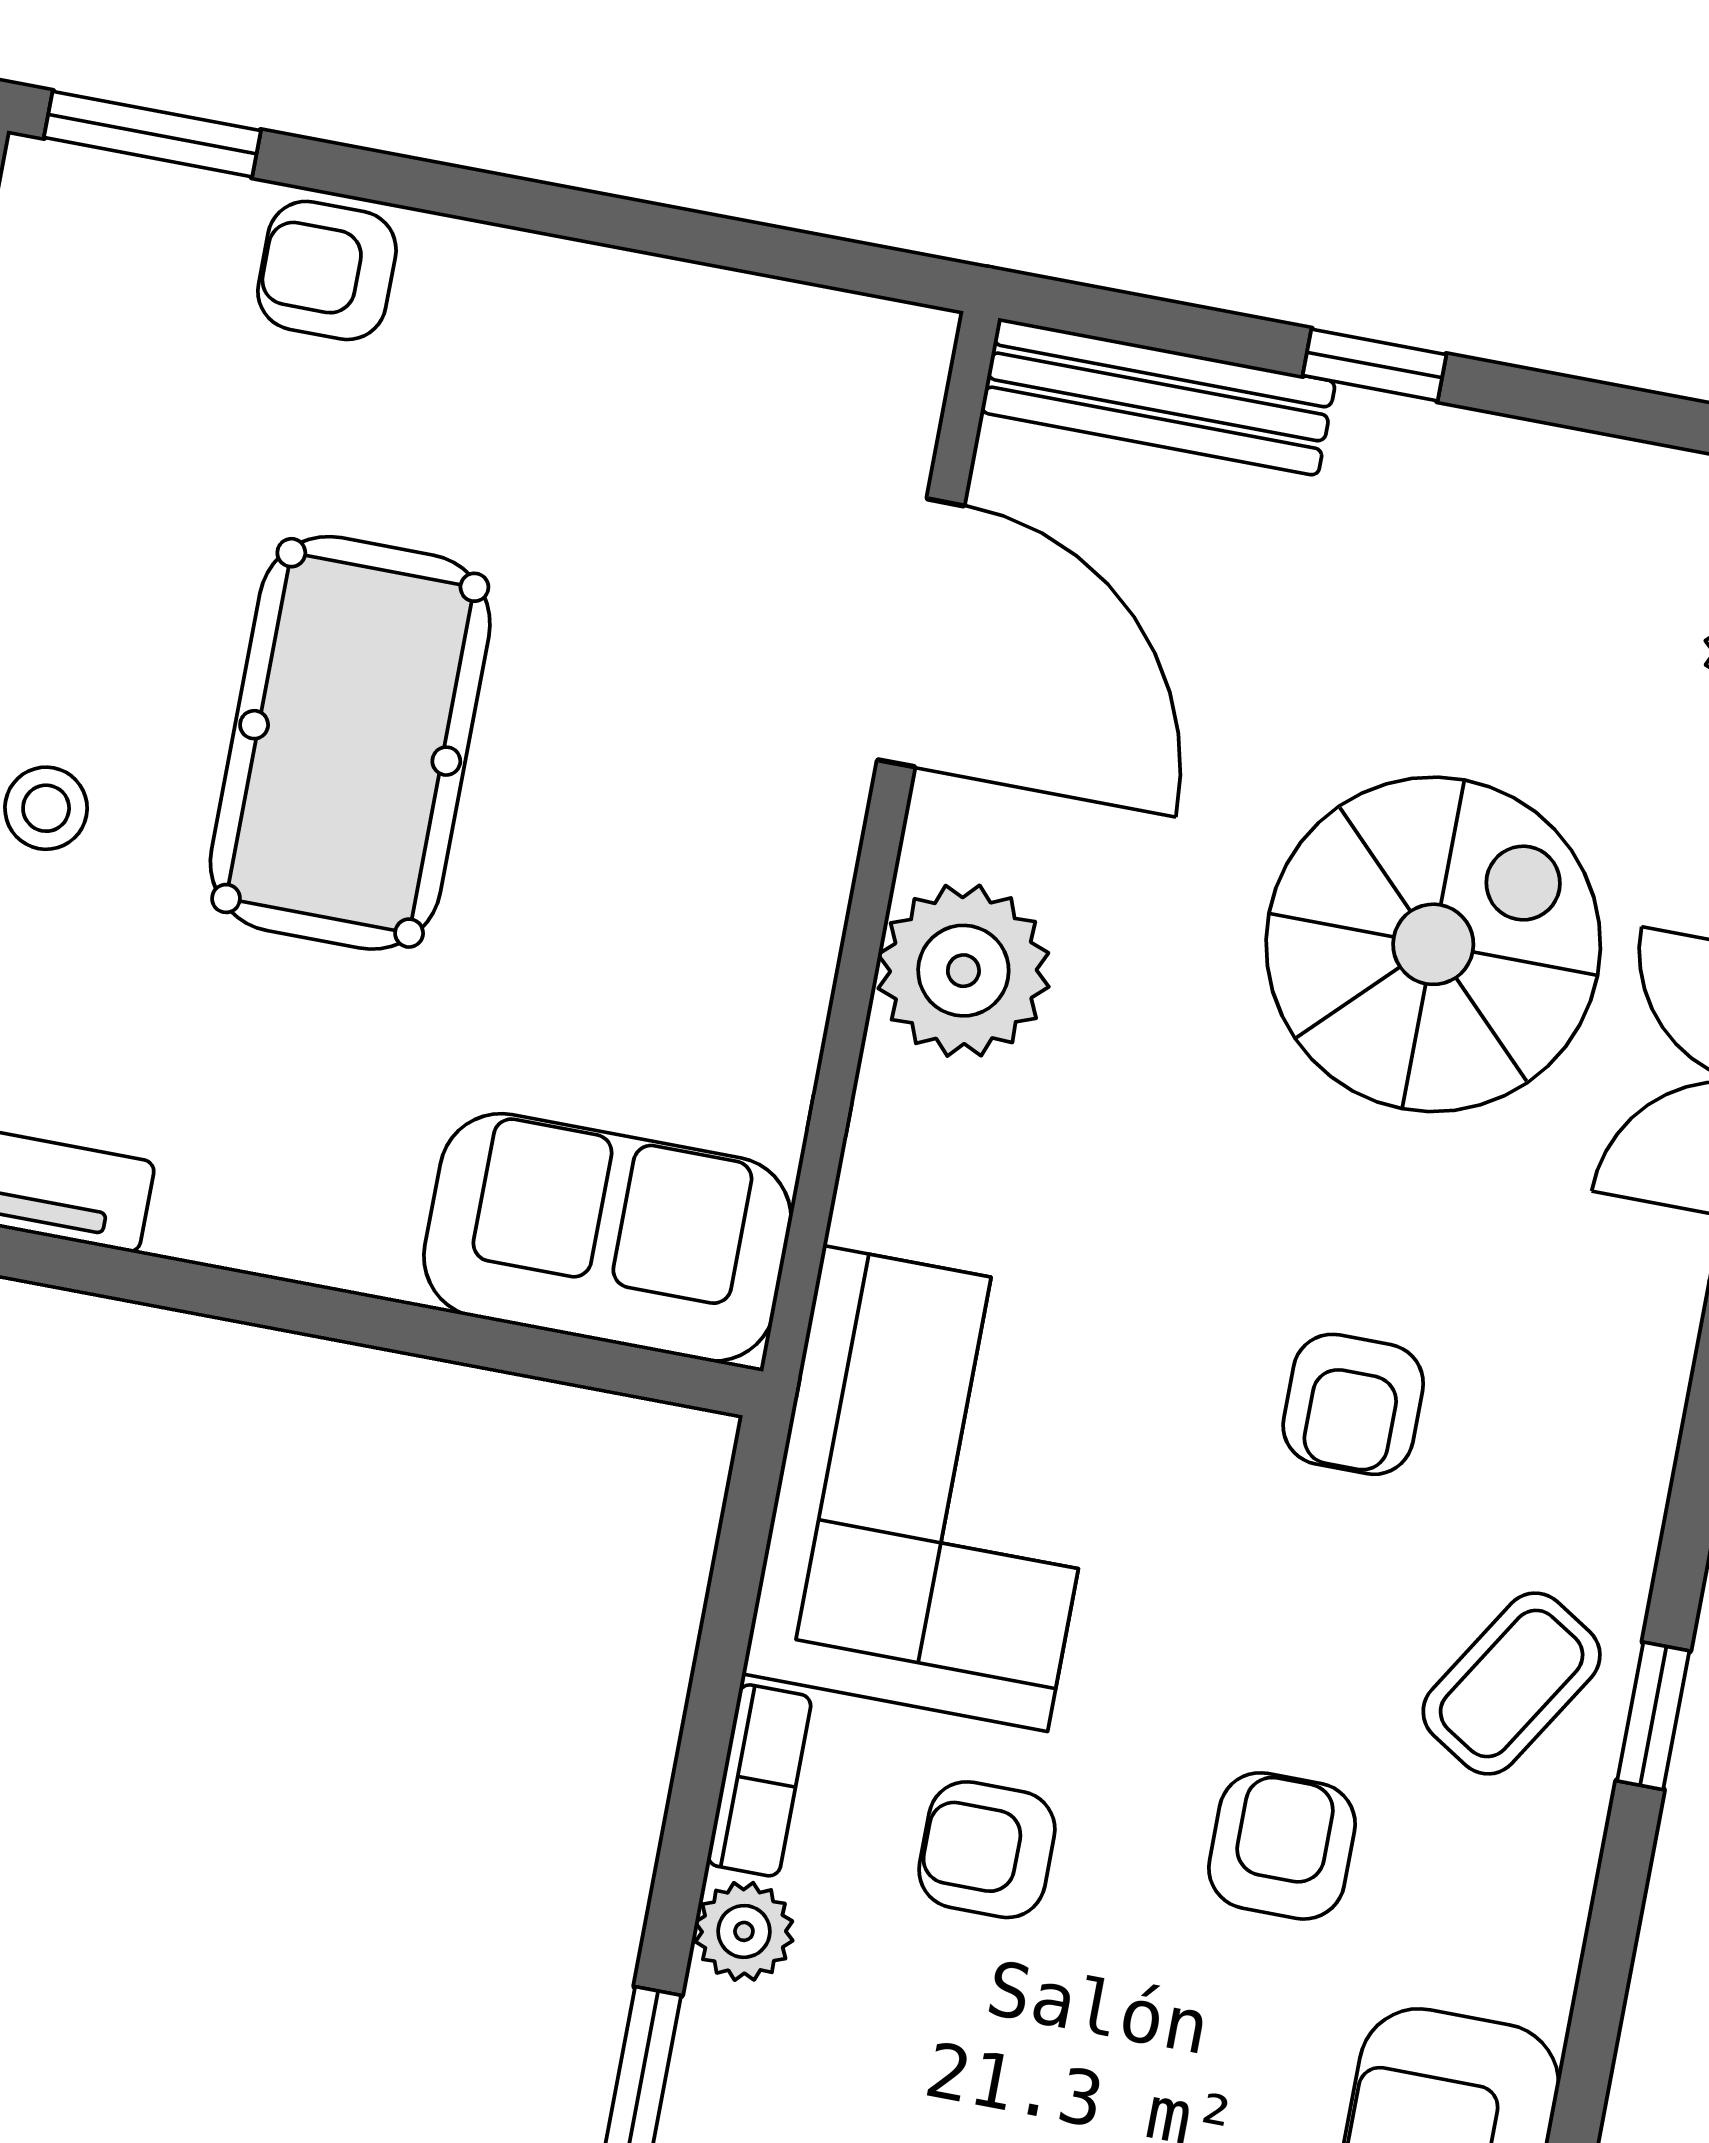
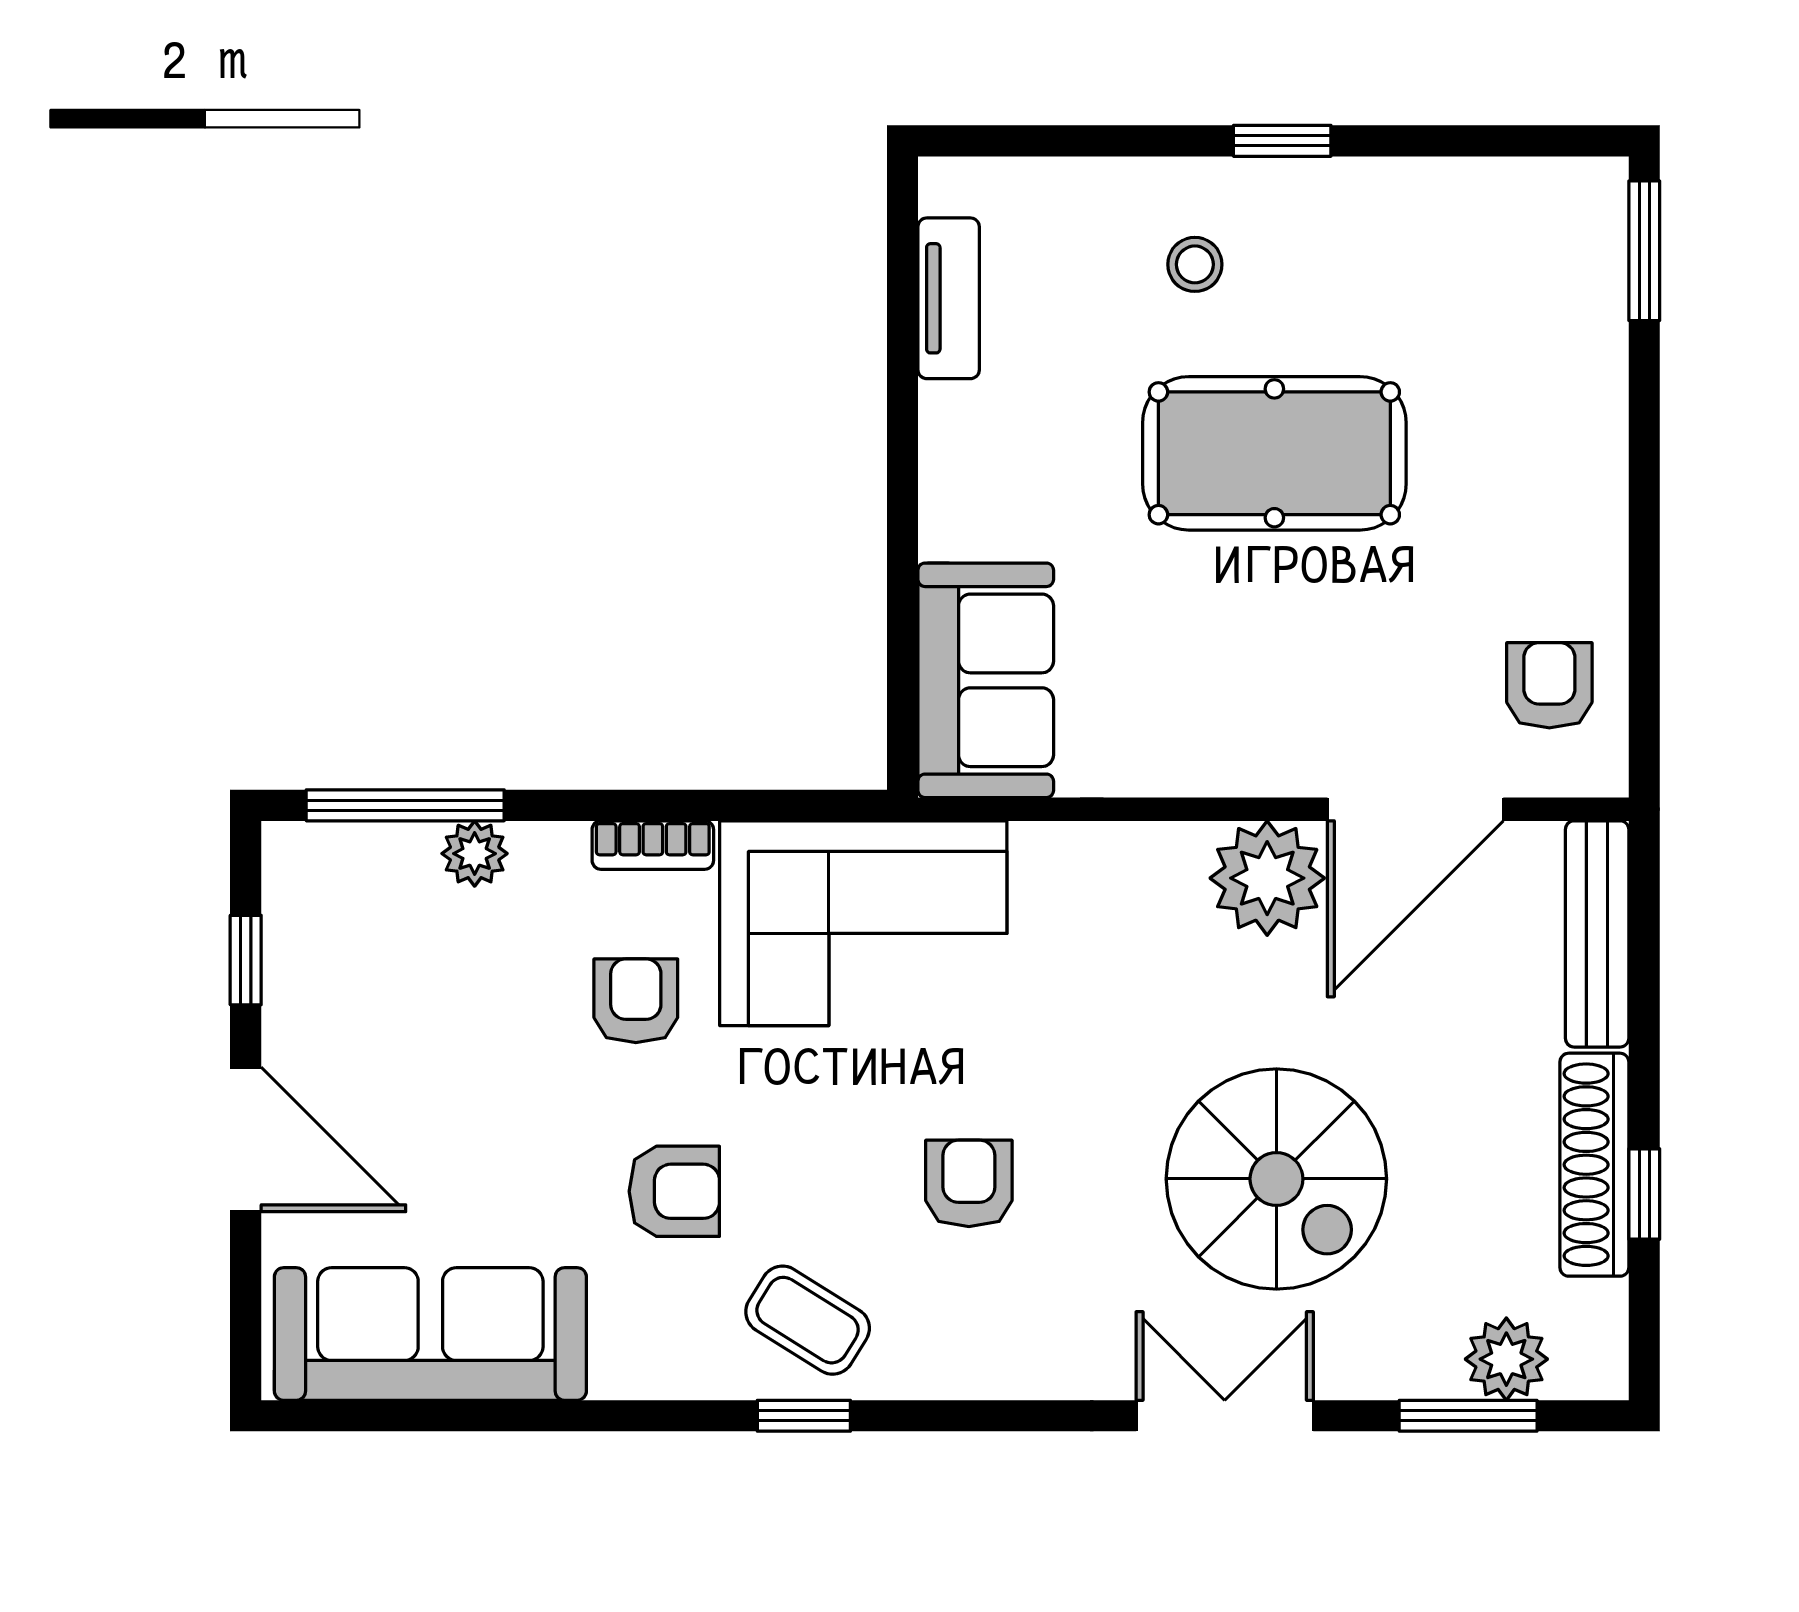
armchair: (327, 270) -> (1549, 685), moved
window: (1374, 365) -> (1644, 1194), moved
shoe rack: (1502, 466) -> (1594, 1165), added
plant: (963, 971) -> (1267, 878), moved
armchair: (1353, 1404) -> (969, 1183), turned 90
plant: (744, 1931) -> (475, 854), moved

